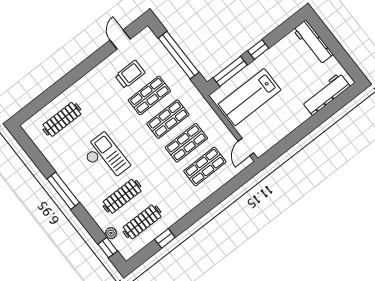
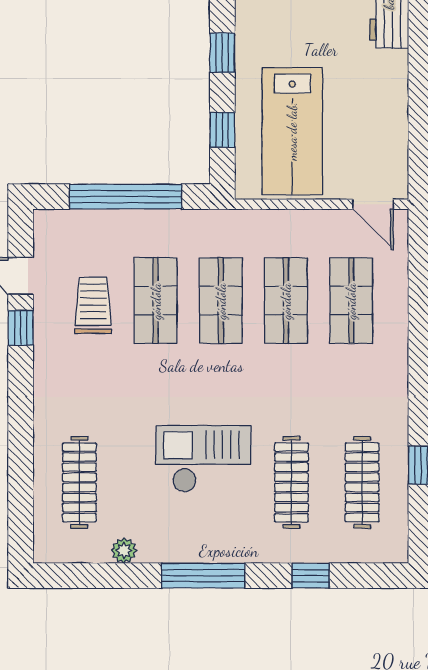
window: (101, 54) -> (21, 328), added
window: (230, 71) -> (222, 130), width x0.46
plant: (111, 233) -> (124, 551), moved
window: (108, 248) -> (311, 576), moved

